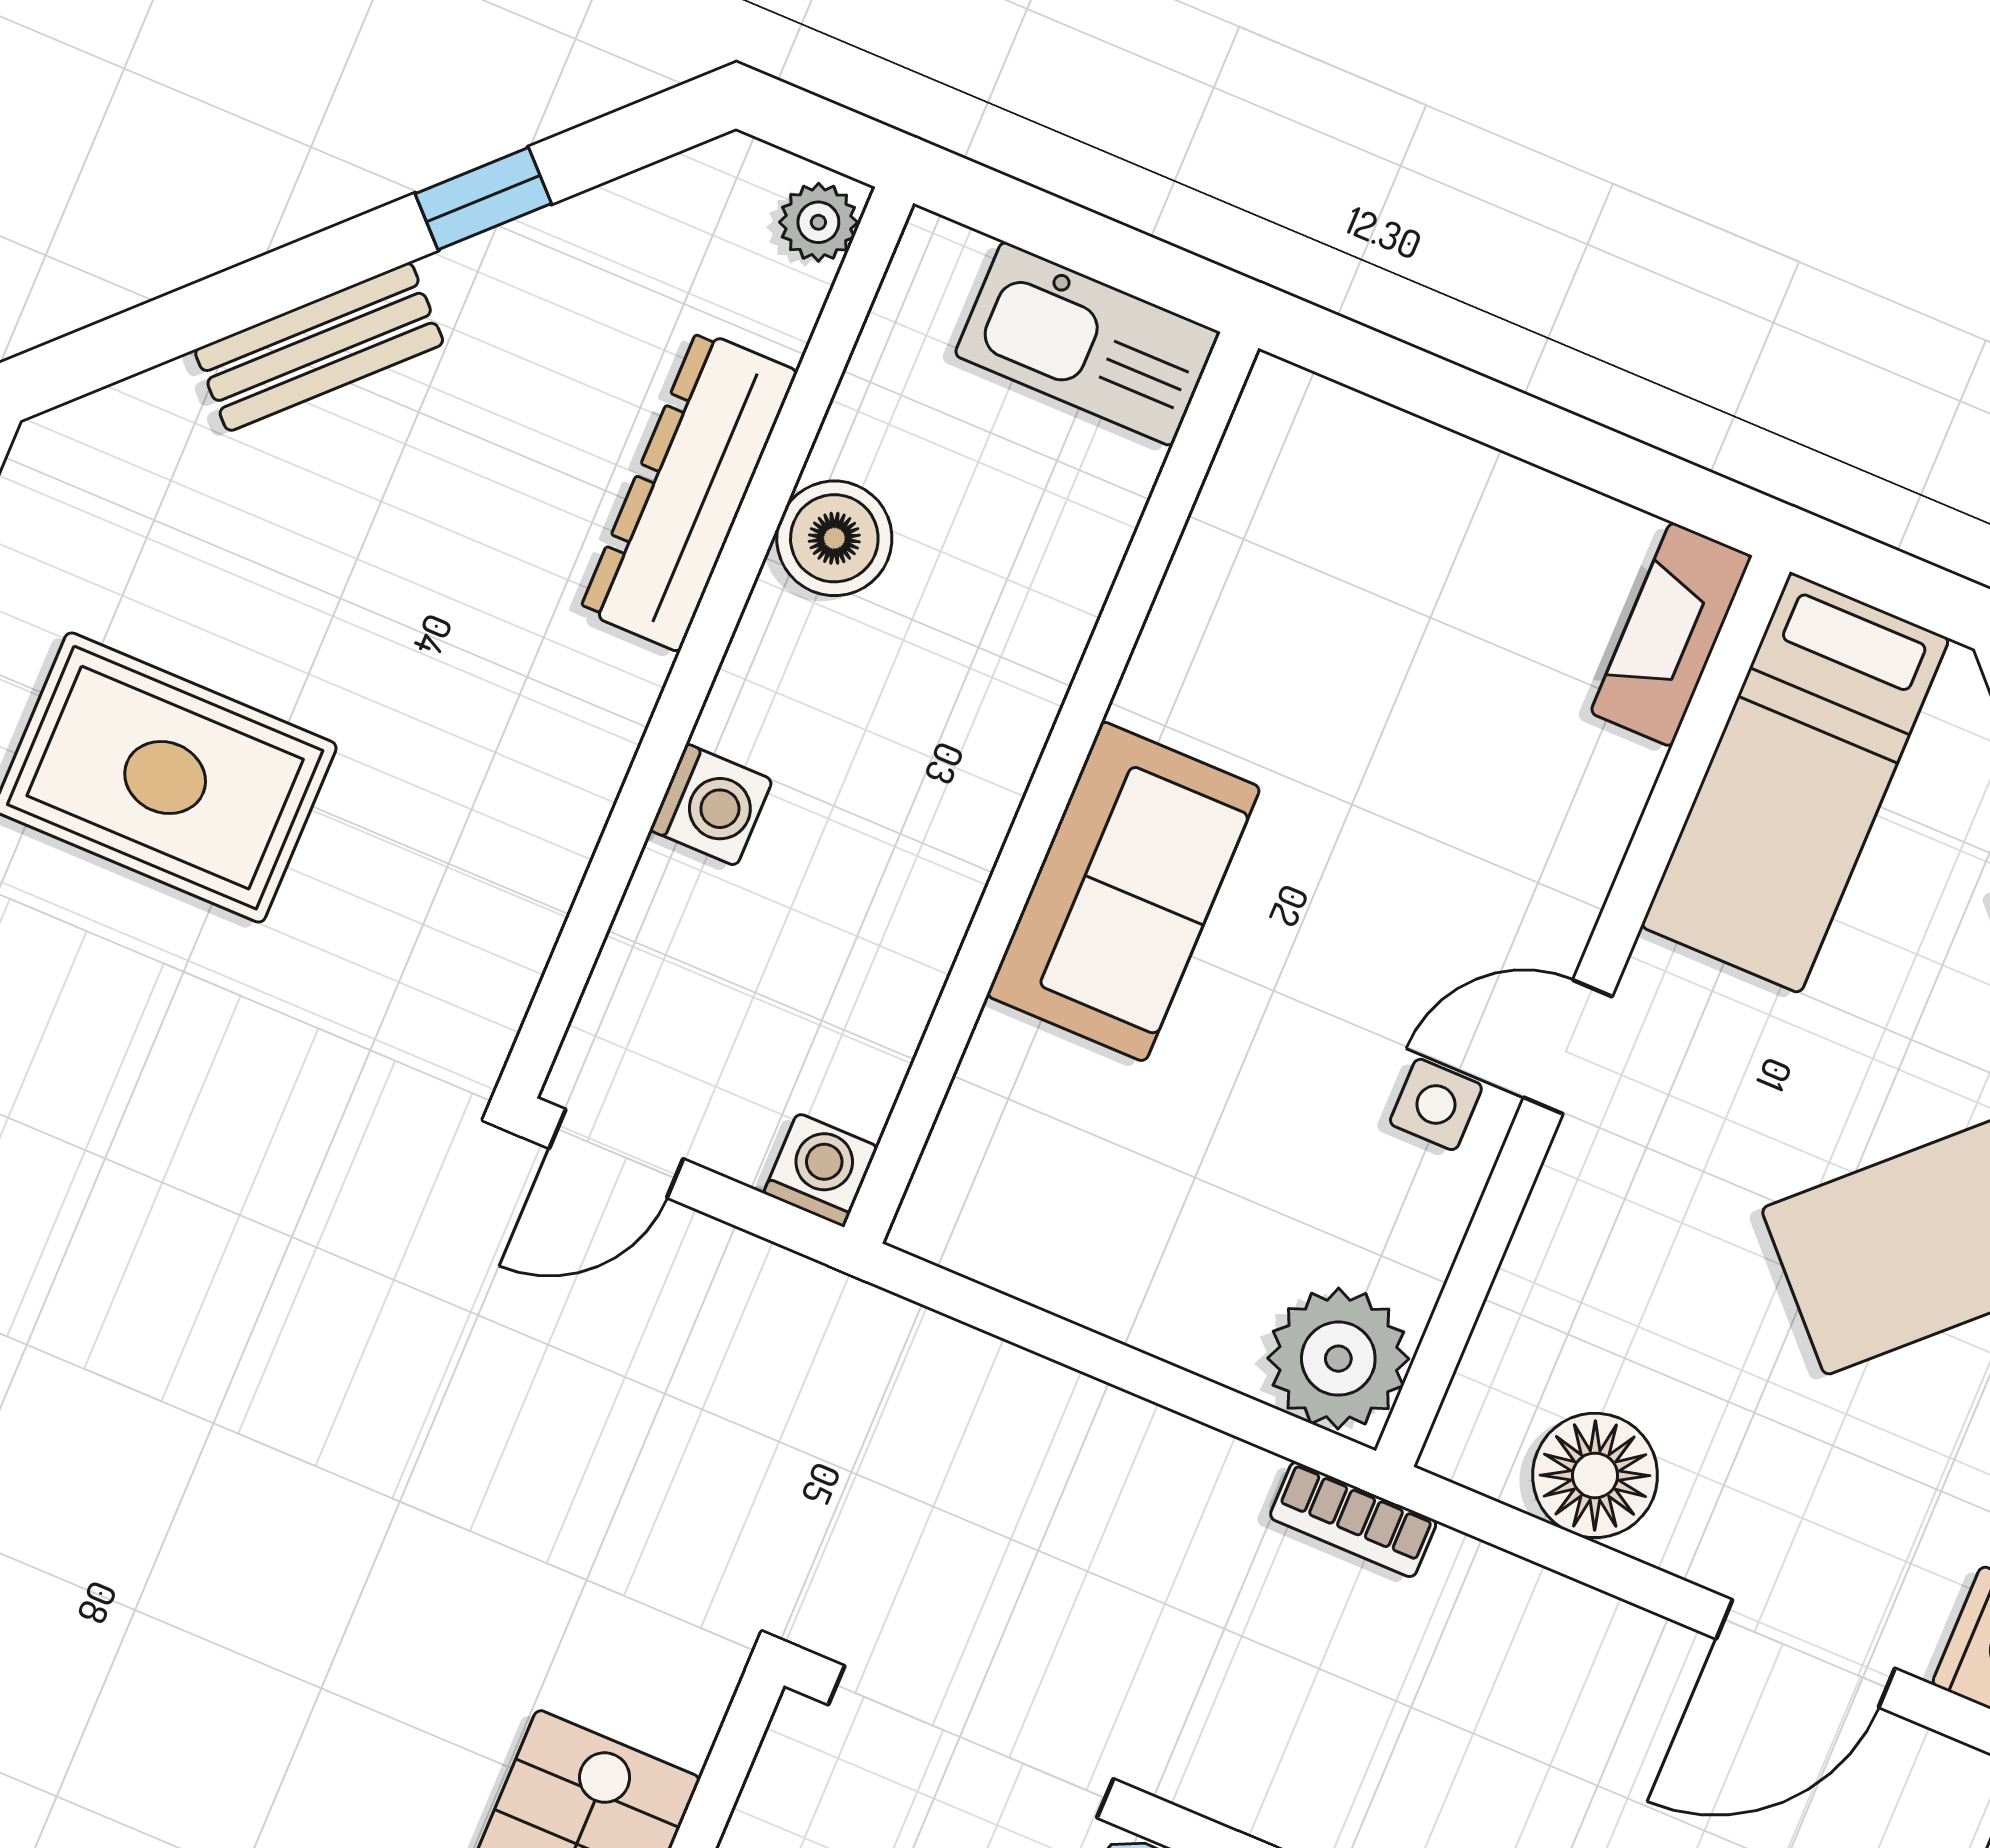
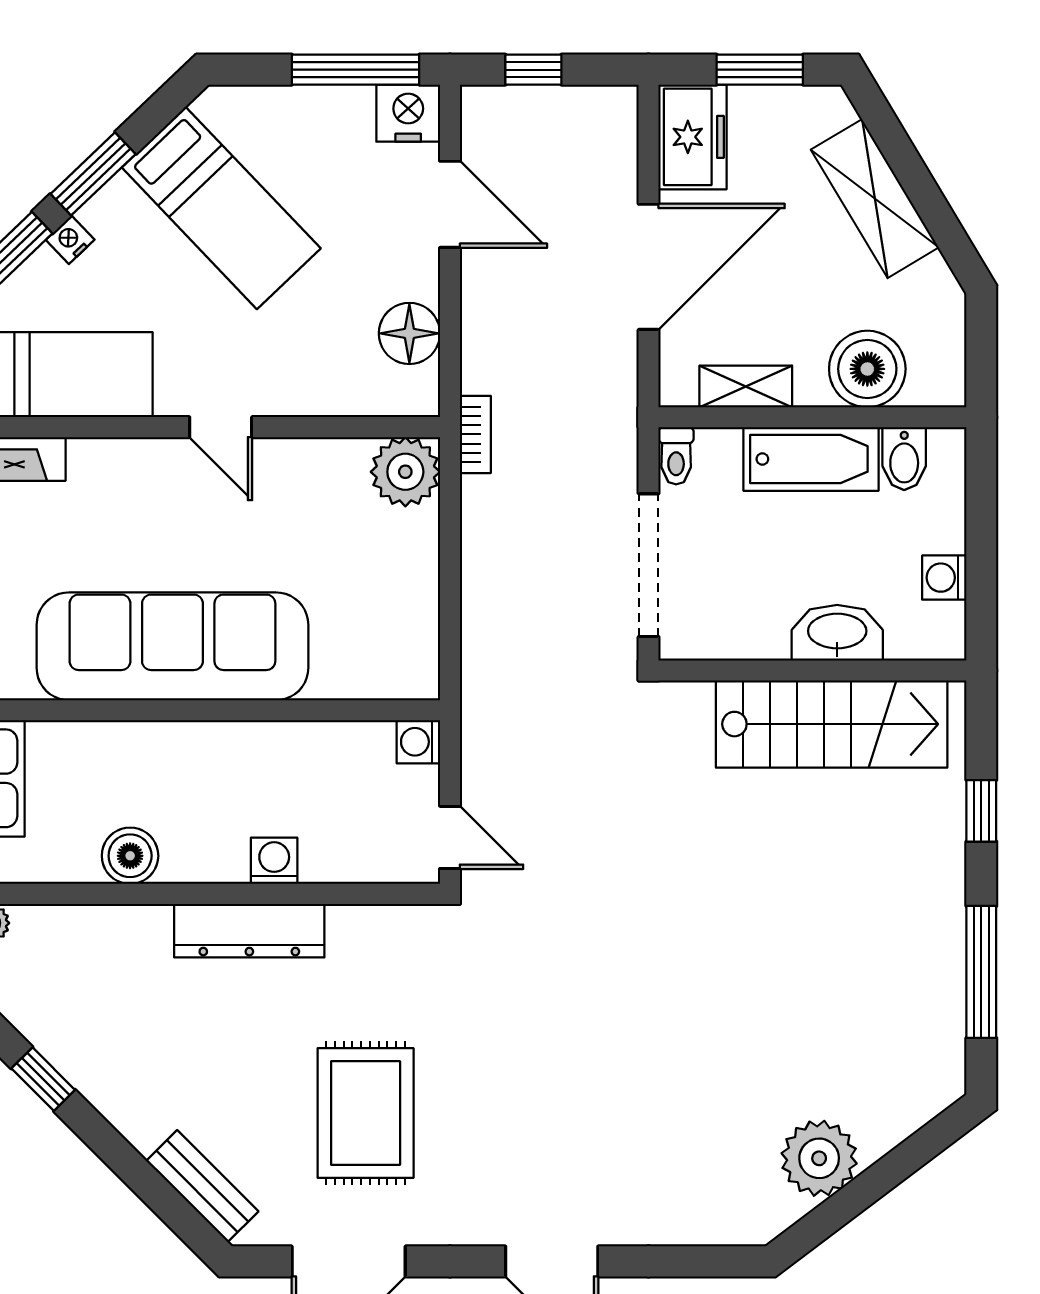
bench: (319, 347) -> (202, 1186), moved
dresser: (689, 491) -> (249, 931), moved
sofa: (1123, 891) -> (172, 646), width x1.85, depth x1.27
side table: (1436, 1104) -> (272, 476), removed

